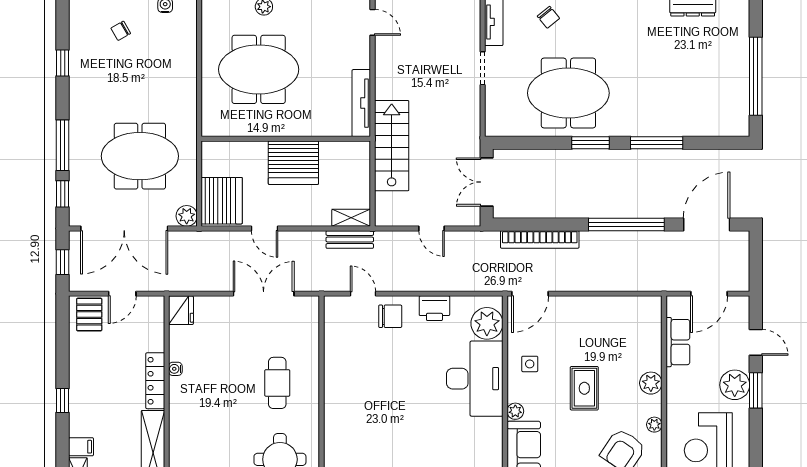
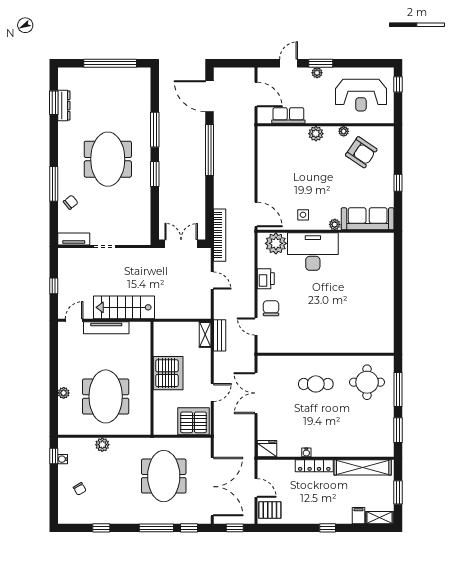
meeting table: (568, 93) -> (108, 159), moved
tv unit: (361, 103) -> (106, 328), moved
stairs: (392, 146) -> (124, 307), moved
double door: (487, 182) -> (181, 244), swing flipped
plant: (187, 216) -> (102, 445), moved
door: (432, 228) -> (212, 281), hinge flipped
bookcase: (540, 239) -> (220, 235), moved
door: (363, 294) -> (256, 327), hinge flipped
plant: (735, 385) -> (317, 73), width x0.53, depth x0.53
rug: (584, 388) -> (319, 178), removed

